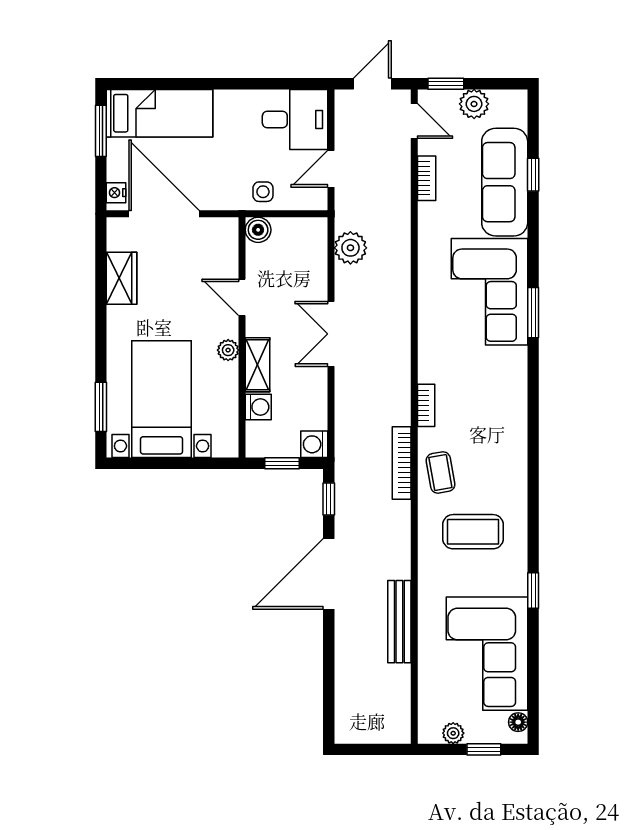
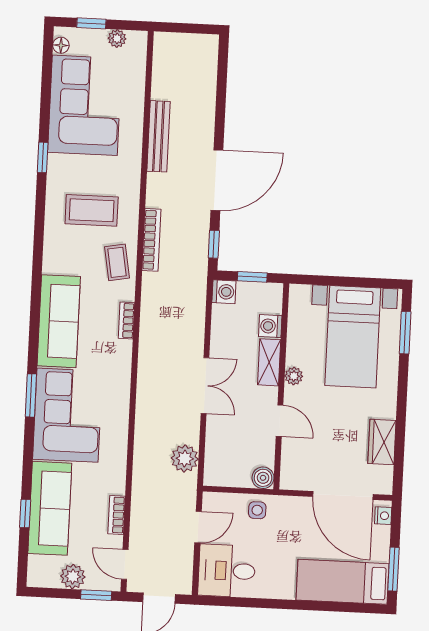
sofa: (505, 401) -> (59, 321), added
bookcase: (402, 463) -> (151, 240), moved

